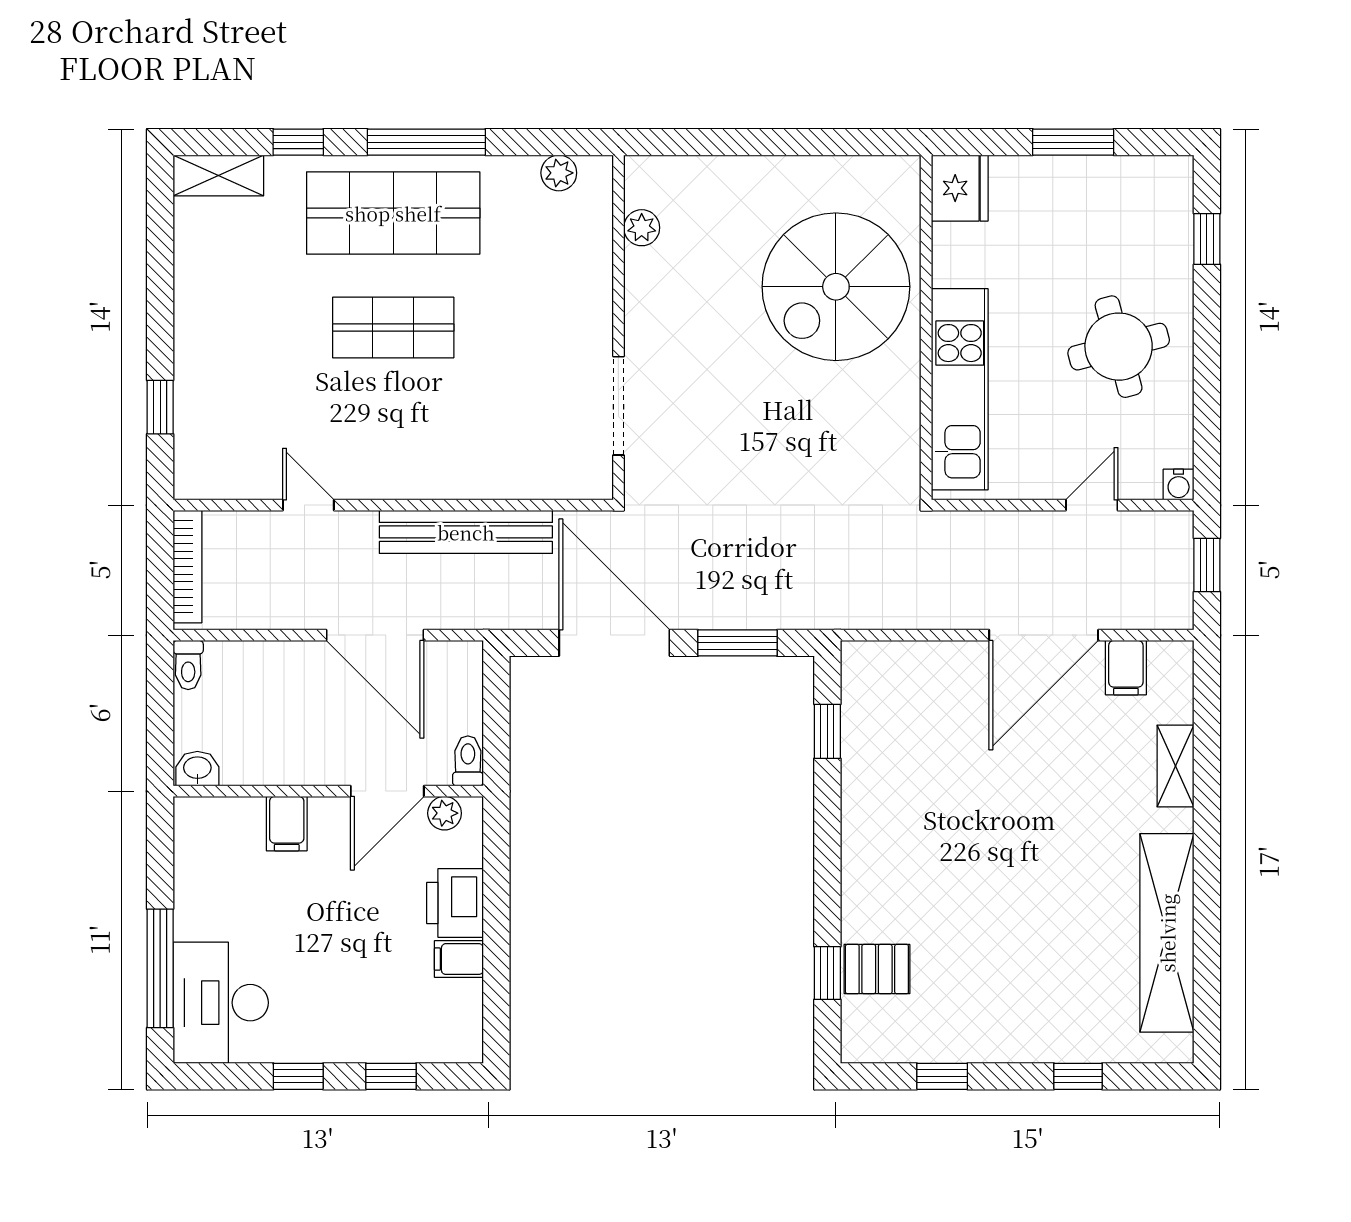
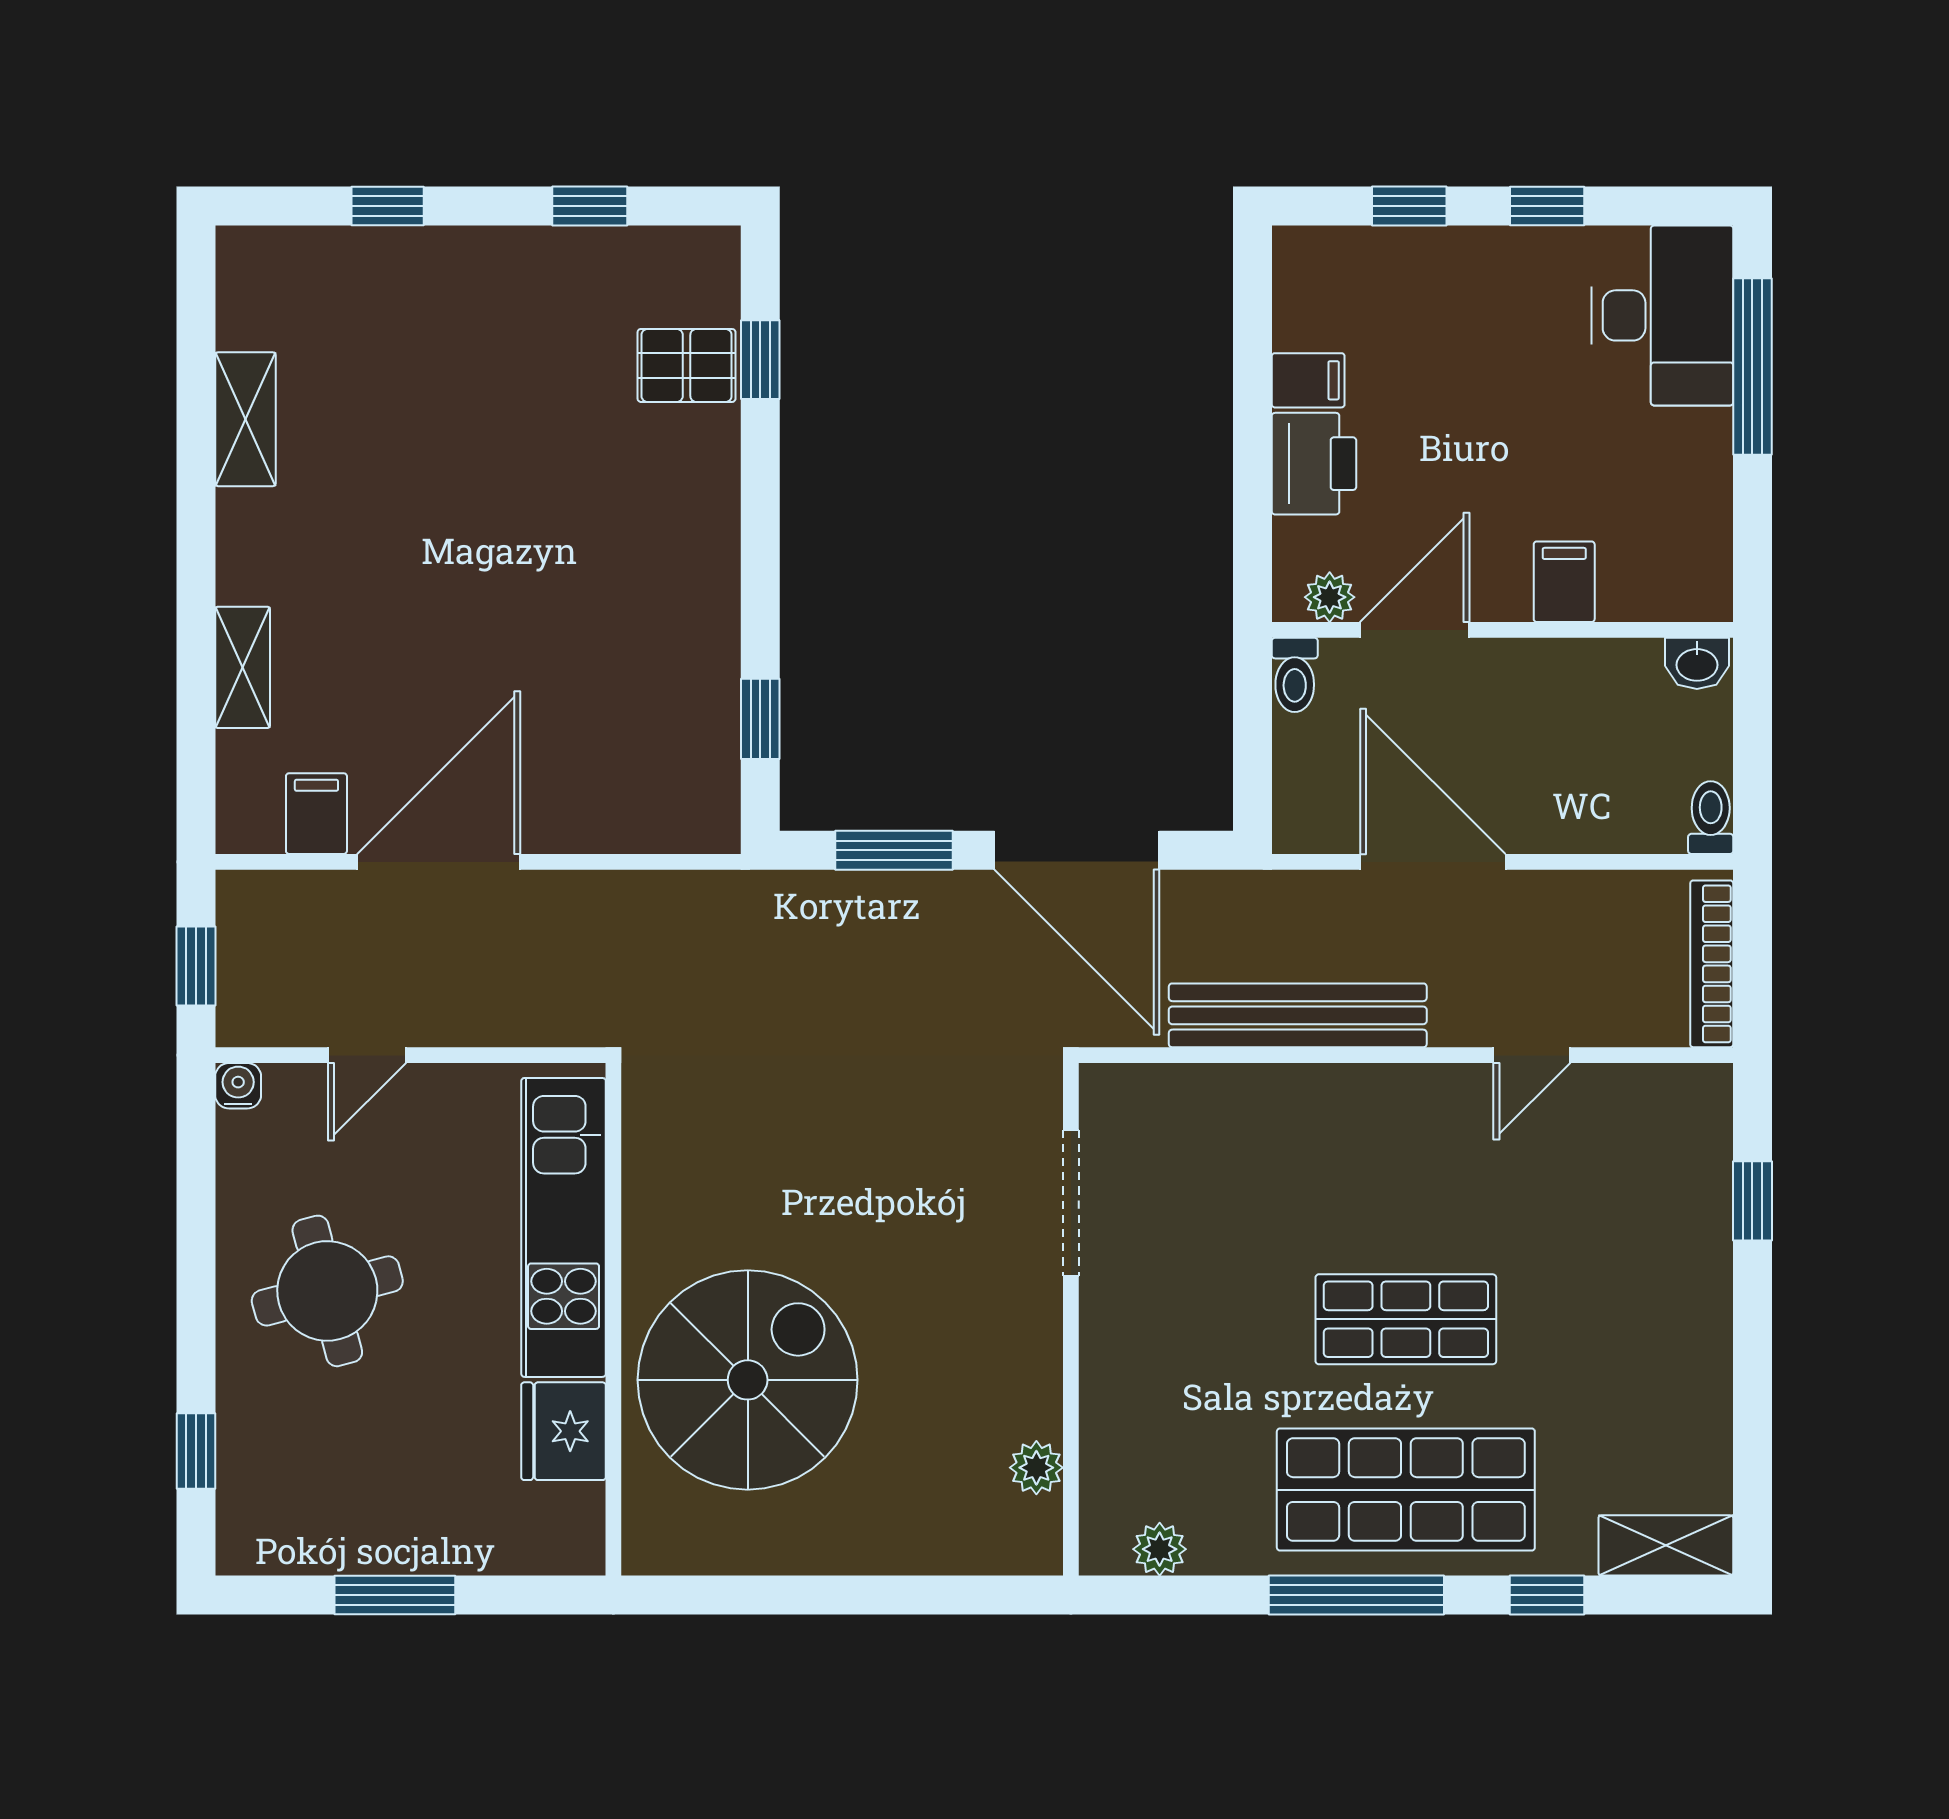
fridge: (960, 188) -> (563, 1431), moved
door: (308, 505) -> (1532, 1055), hinge flipped
shelving: (1167, 933) -> (245, 419), width x0.45, depth x0.75

